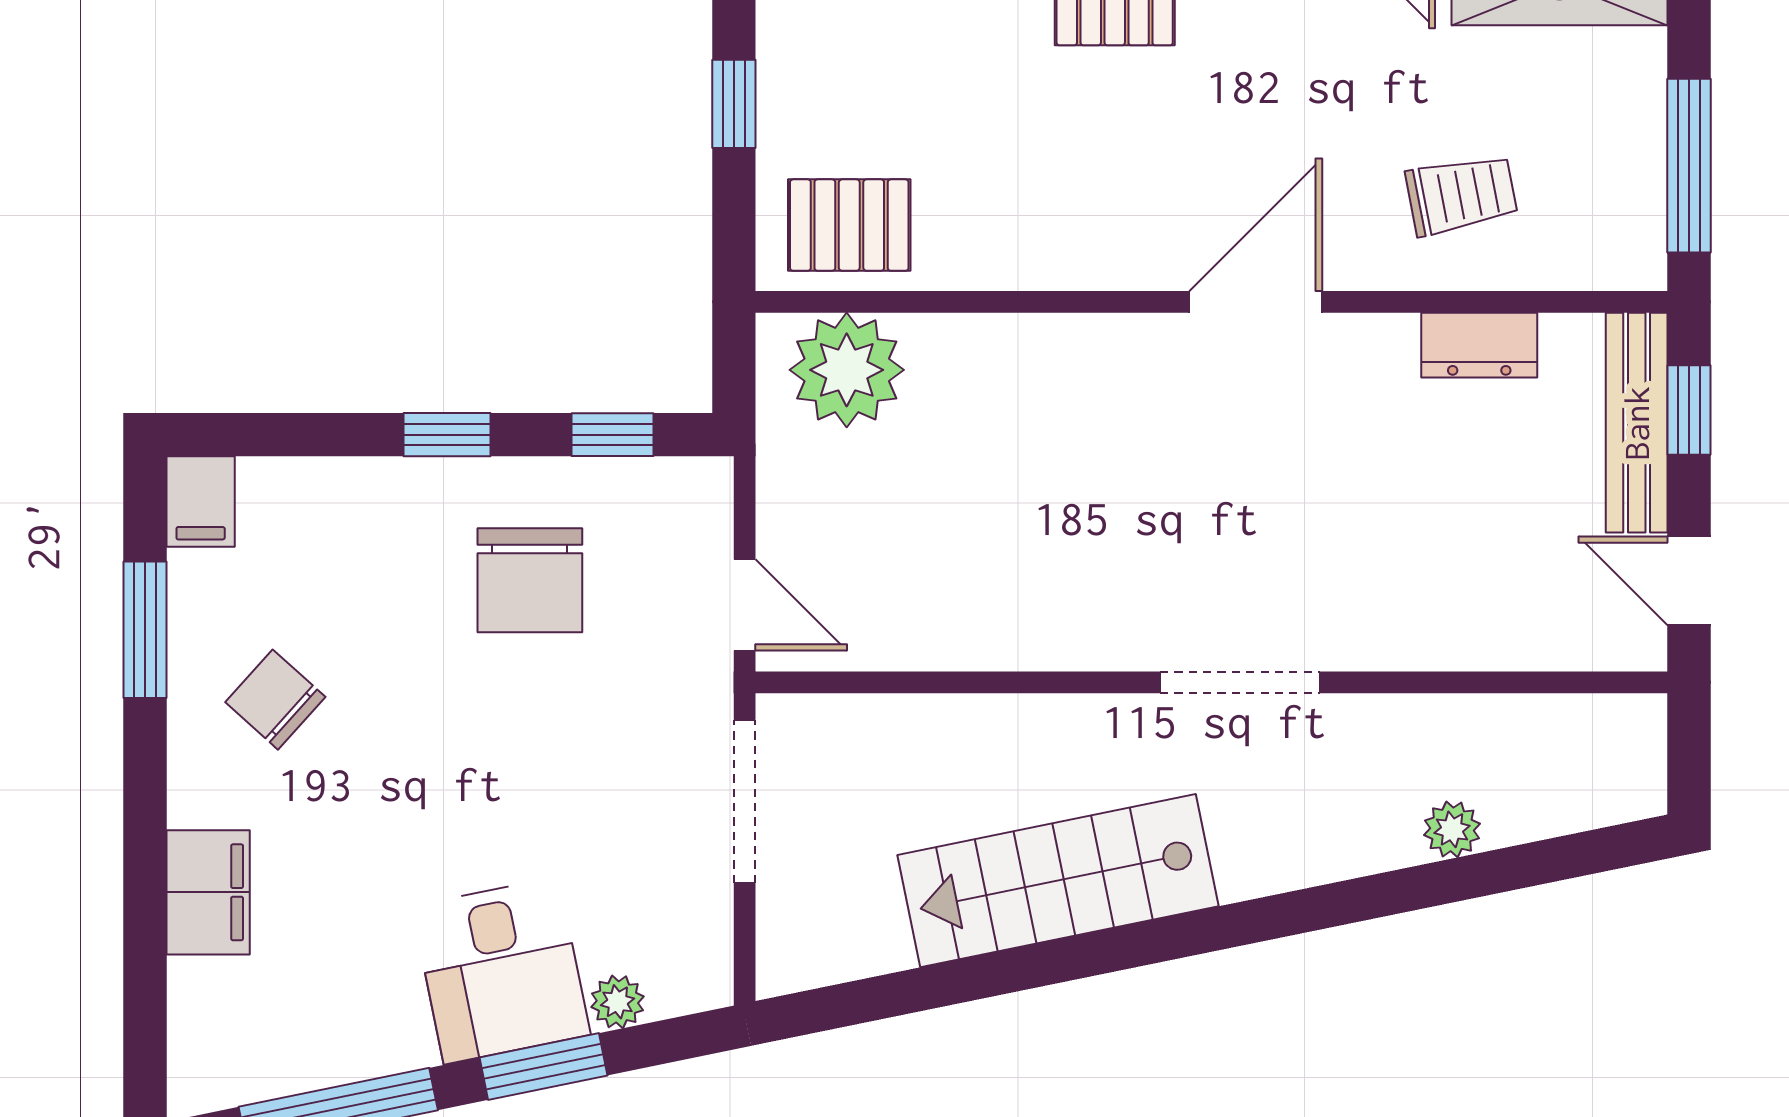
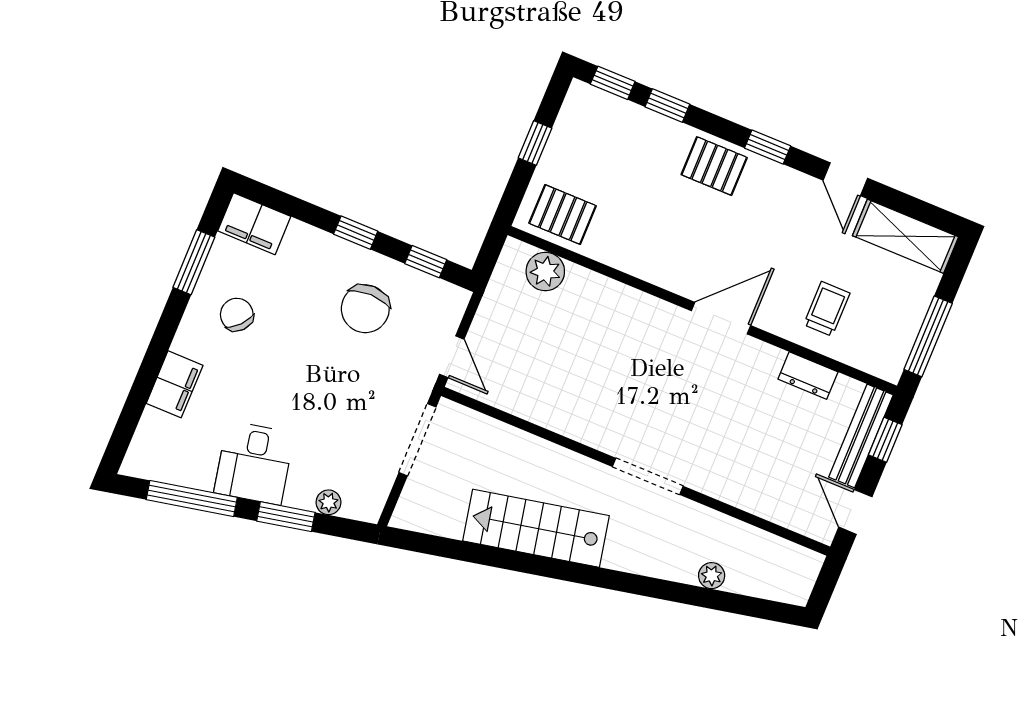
trolley: (1461, 195) -> (827, 309), turned -79
plant: (847, 370) -> (545, 271), width x0.73, depth x0.73
filing cabinet: (201, 502) -> (254, 224), width x2.00
desk: (501, 971) -> (254, 463), moved

